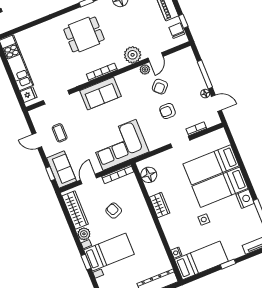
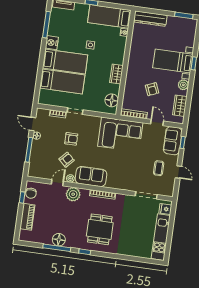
dining table: (84, 34) -> (100, 229), turned 90
sofa: (100, 93) -> (91, 177), moved
door: (89, 179) -> (157, 123), swing flipped
wardrobe: (75, 210) -> (180, 106), width x0.67

